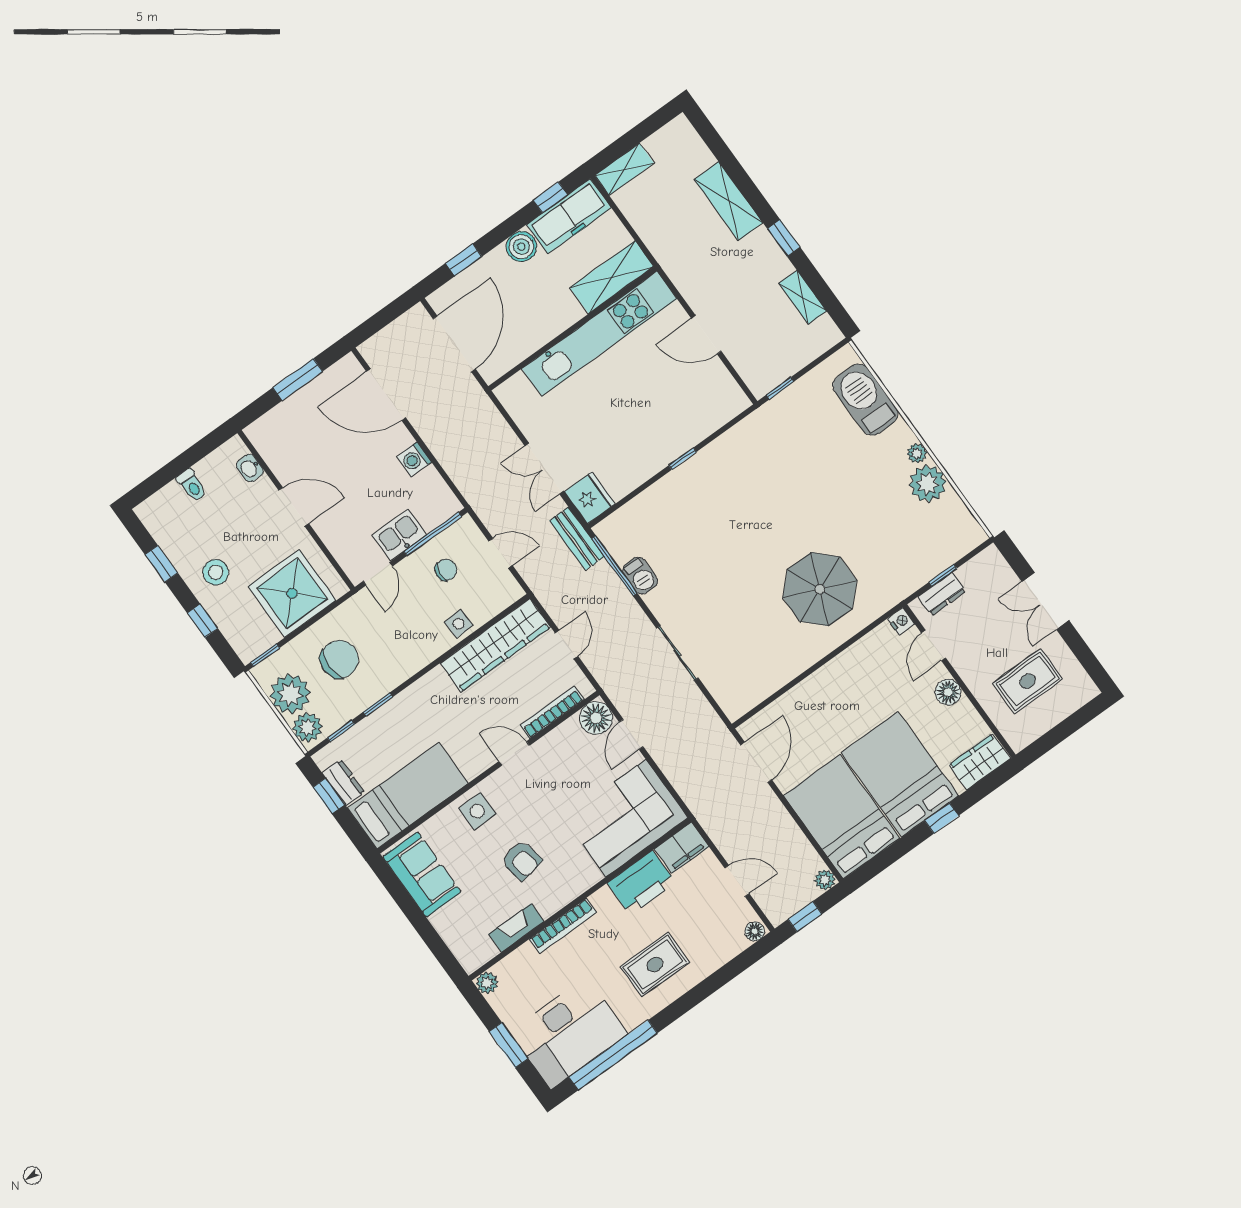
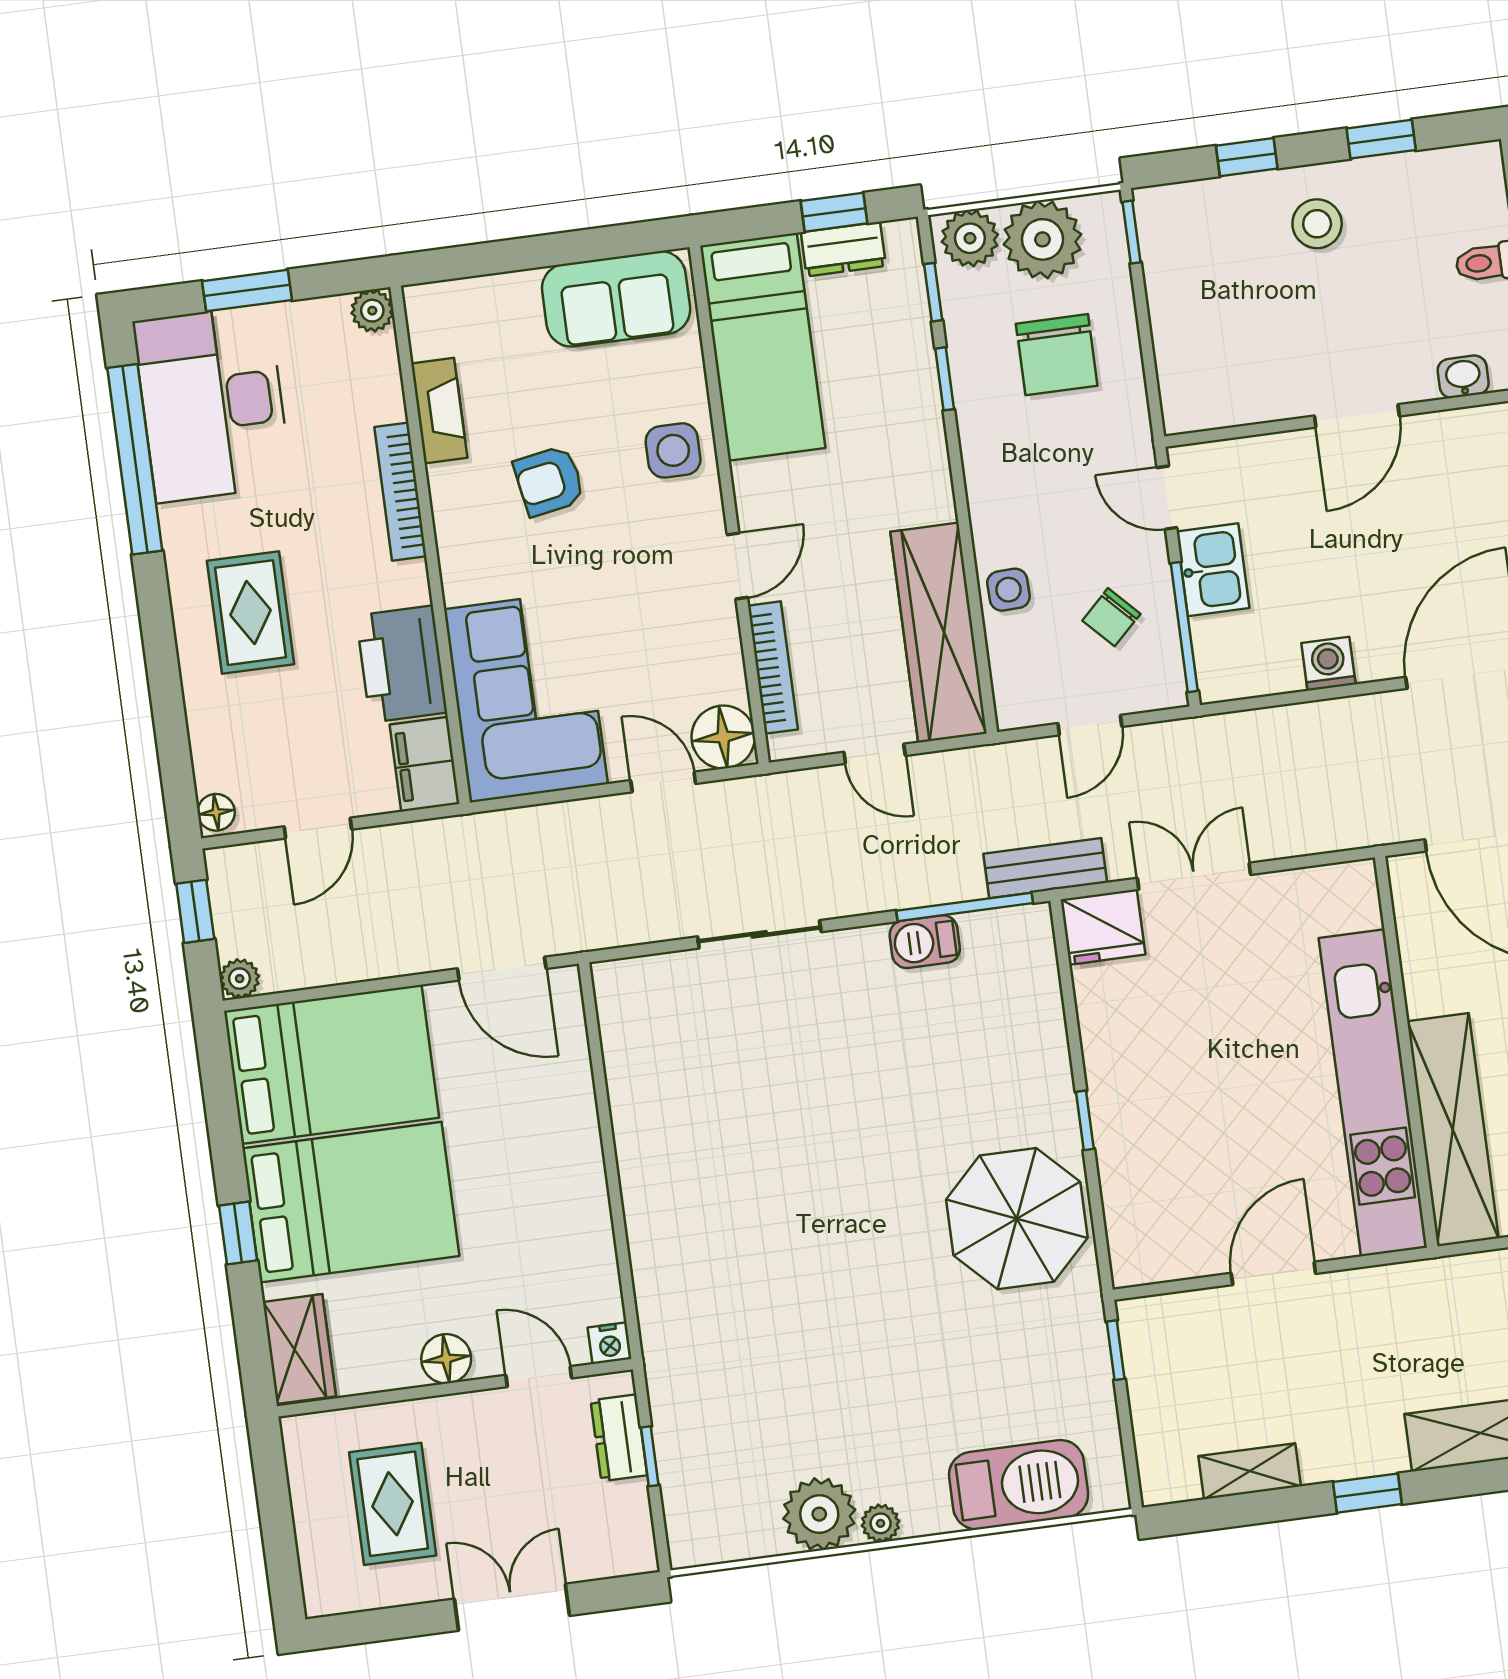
shelving: (612, 277) -> (1453, 1130), width x1.47
chair: (446, 570) -> (1111, 617), turned 39
parasol: (820, 589) -> (1017, 1219), moved
shower: (292, 593) -> (1212, 334), removed

